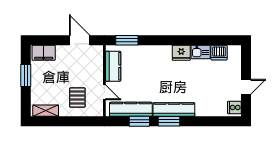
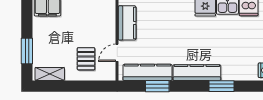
window: (26, 76) -> (27, 51), moved
door: (104, 92) -> (117, 53), swing flipped
window: (169, 121) -> (222, 86), moved

